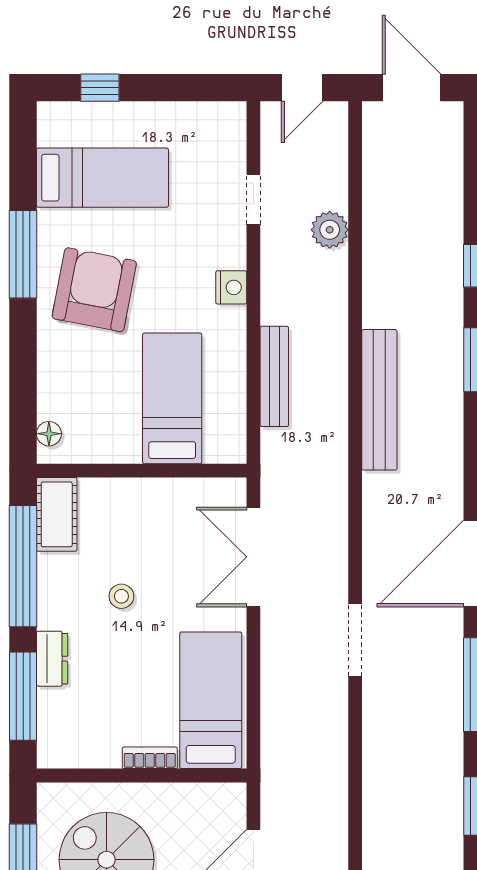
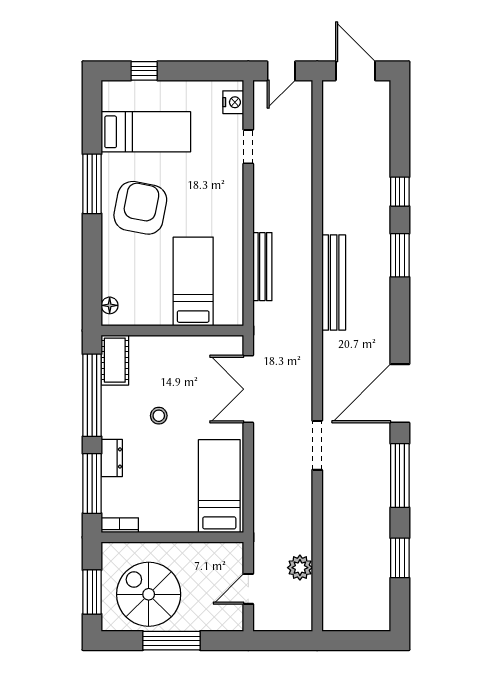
plant: (330, 230) -> (300, 568), moved
nightstand: (231, 287) -> (233, 102), moved
bookcase: (150, 758) -> (120, 525), moved

